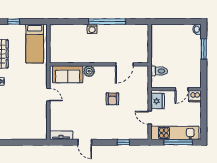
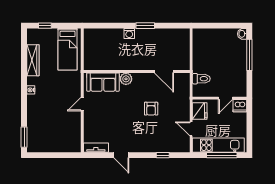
window: (107, 22) -> (145, 26), width x0.47
window: (204, 49) -> (249, 55), width x1.44
door: (124, 64) -> (164, 71), hinge flipped
door: (48, 95) -> (82, 104), swing flipped

